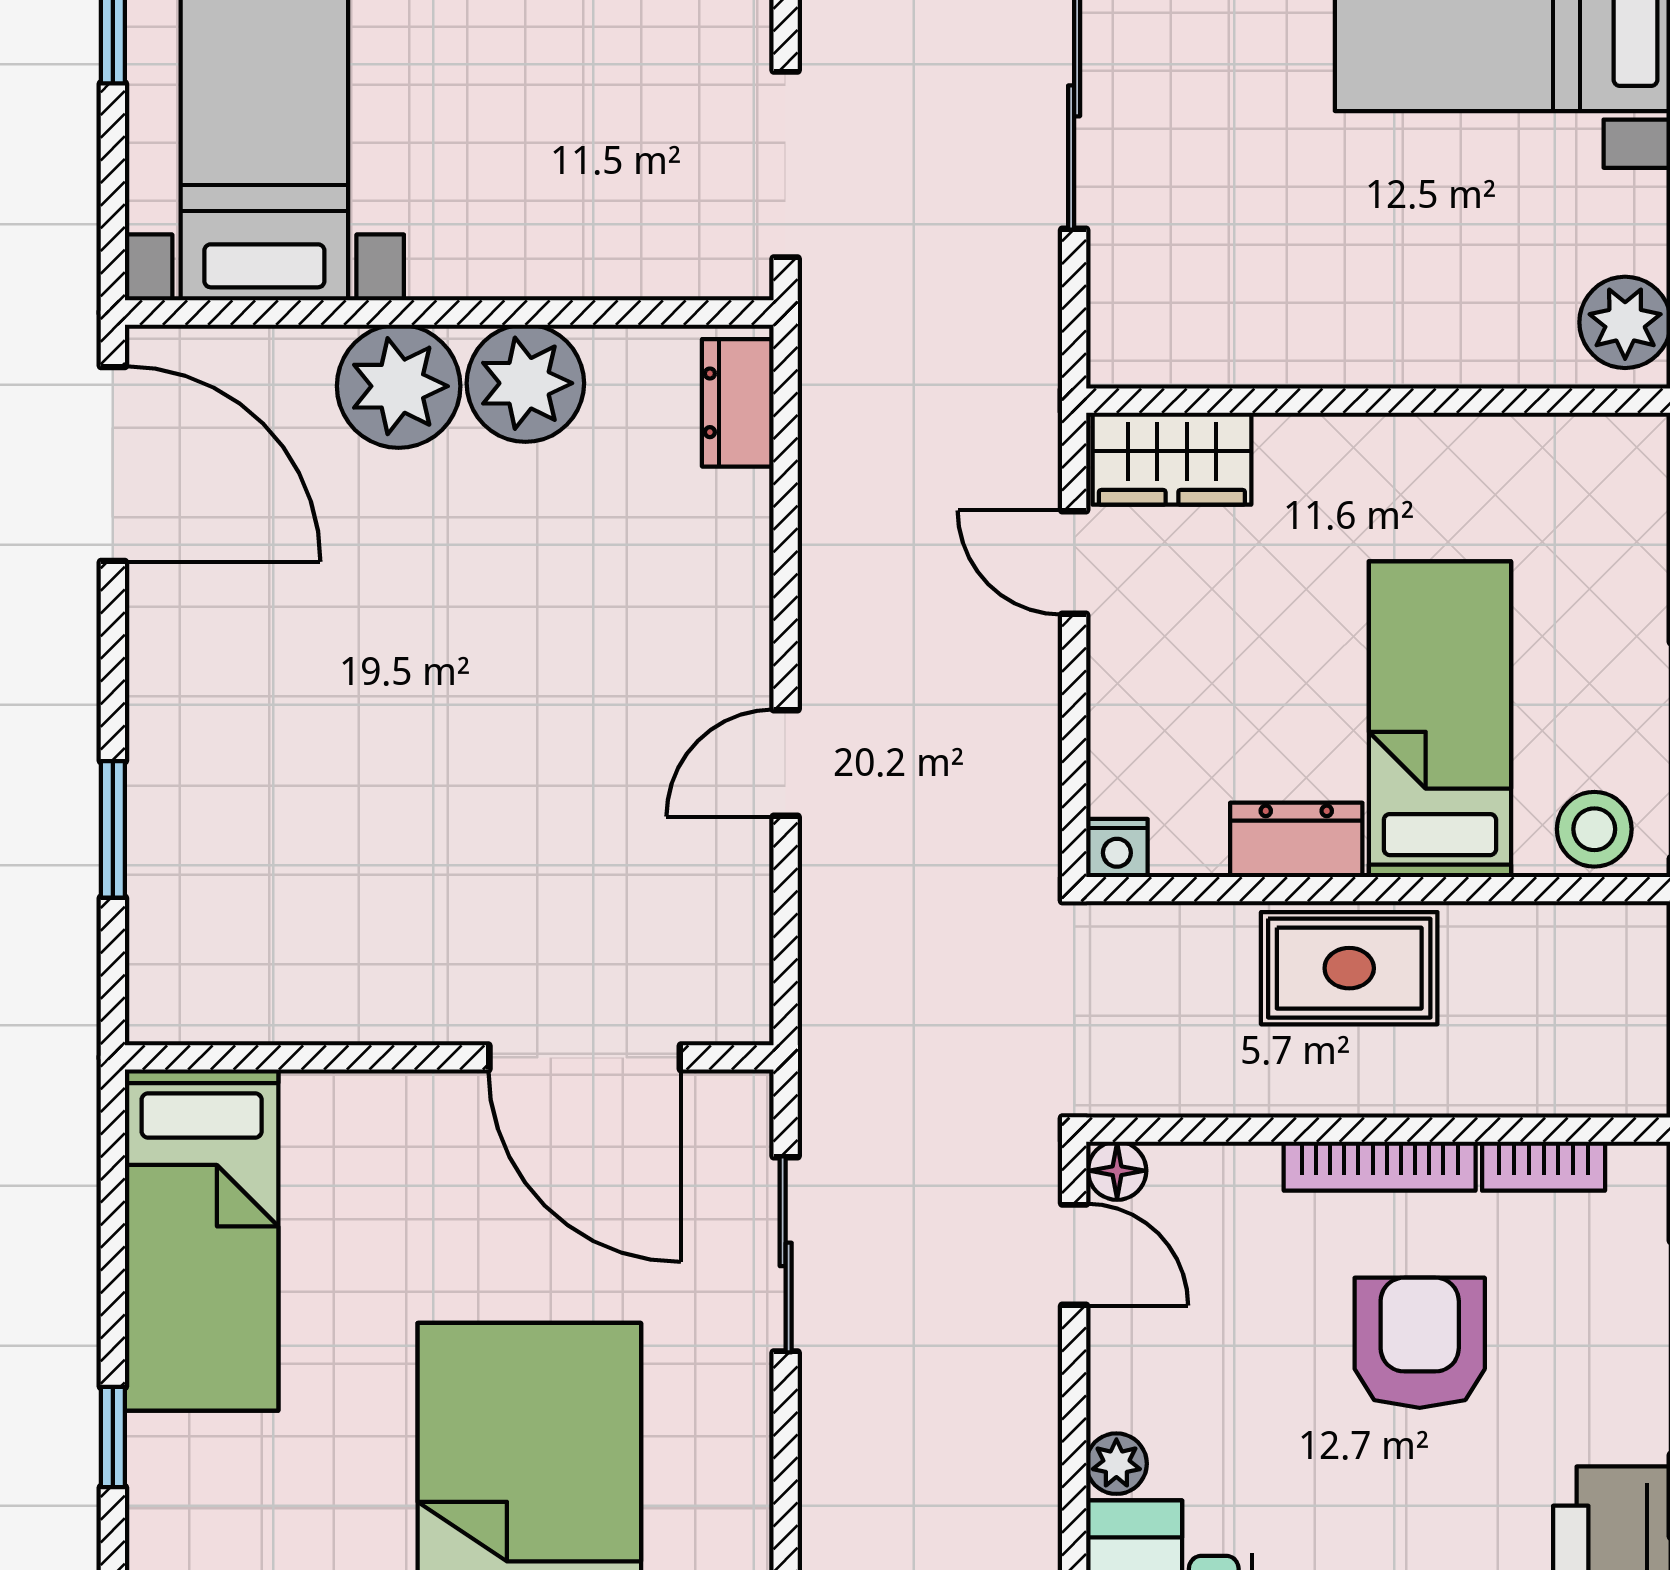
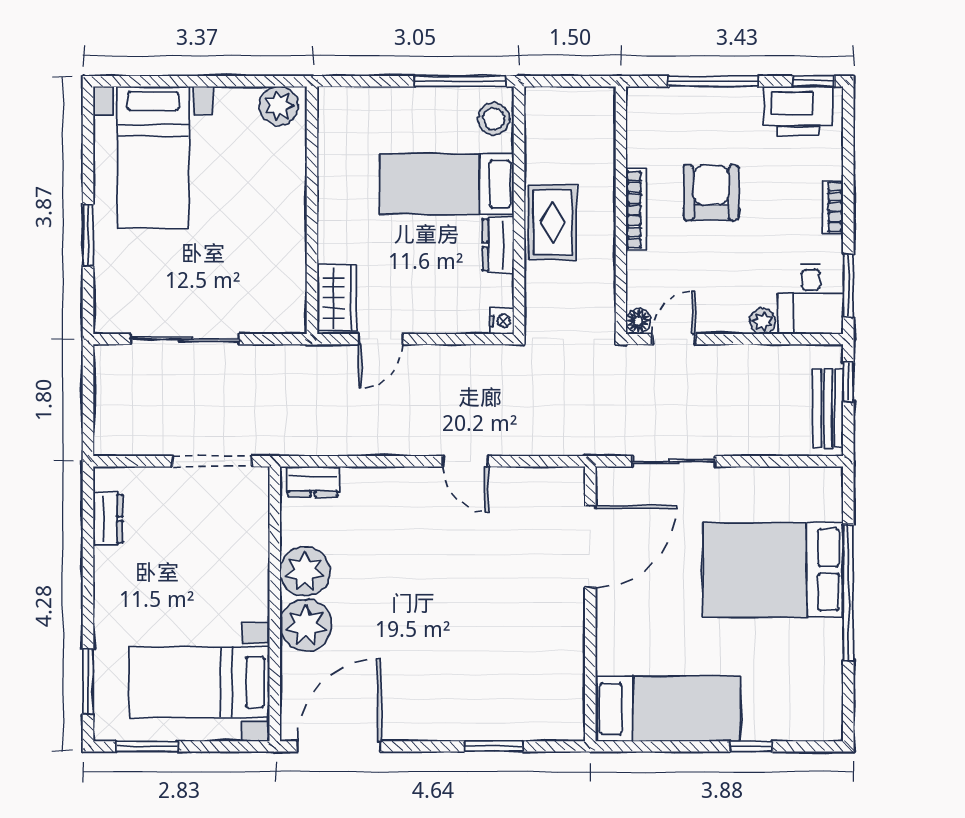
bookcase: (1544, 1166) -> (636, 140), removed
armchair: (1420, 1343) -> (711, 193), turned 90

